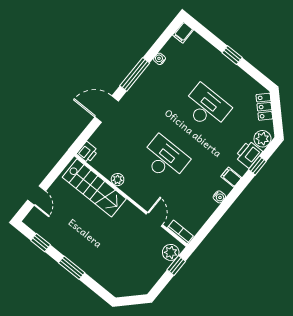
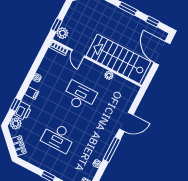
printer: (87, 152) -> (133, 90), removed
desk: (165, 159) -> (80, 96), turned 180
stairs: (94, 188) -> (118, 59), width x1.36, depth x1.51
door: (37, 196) -> (162, 53), width x1.87

